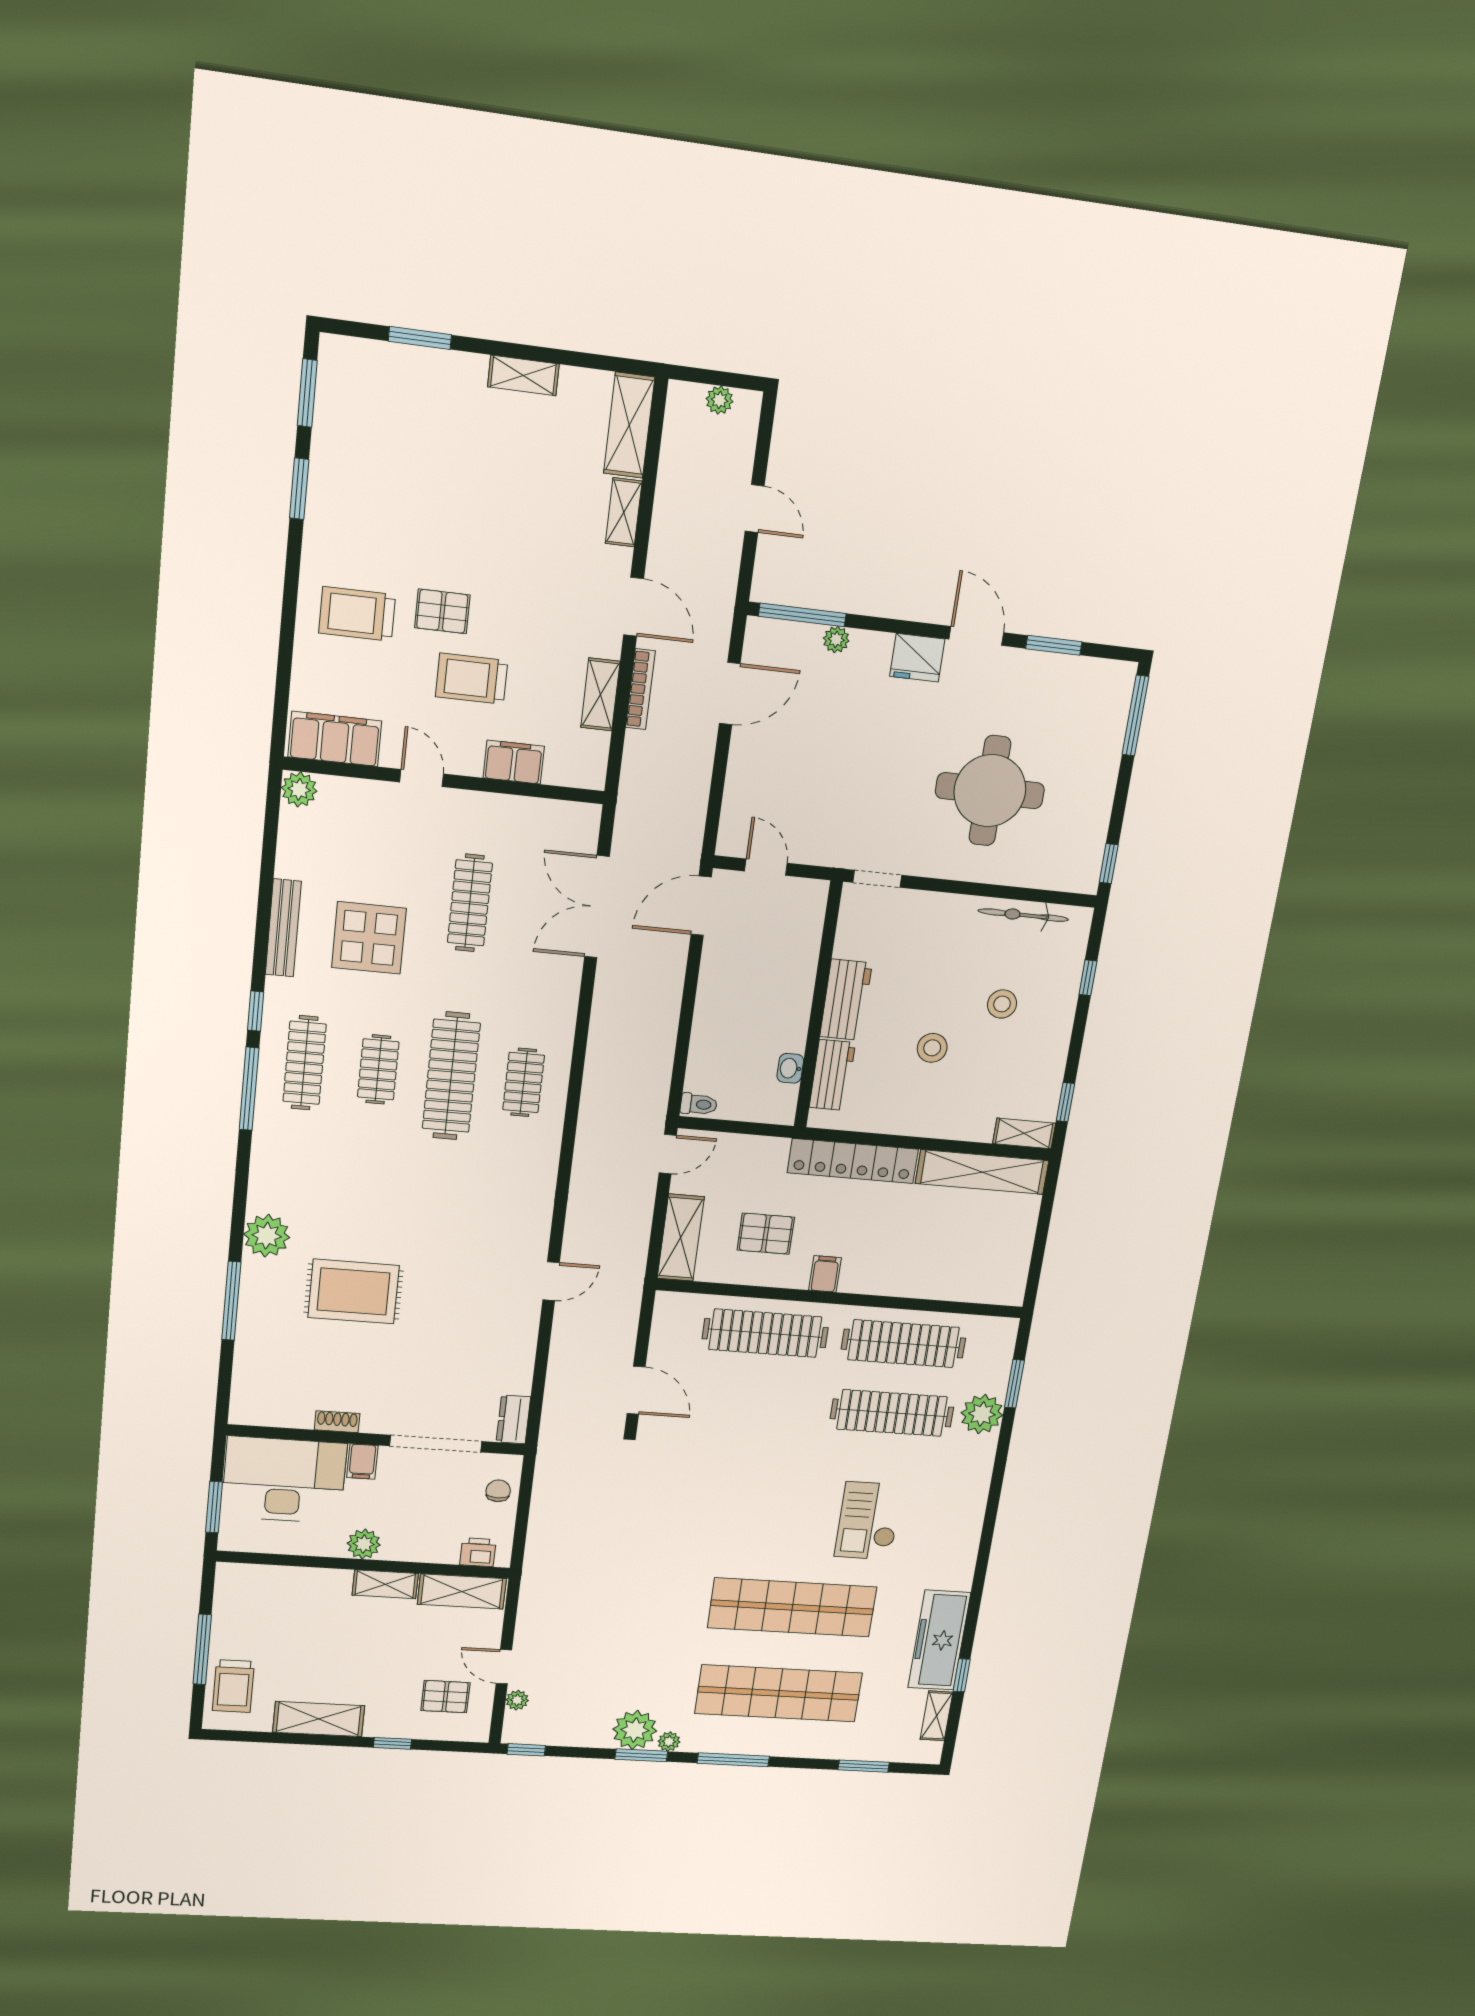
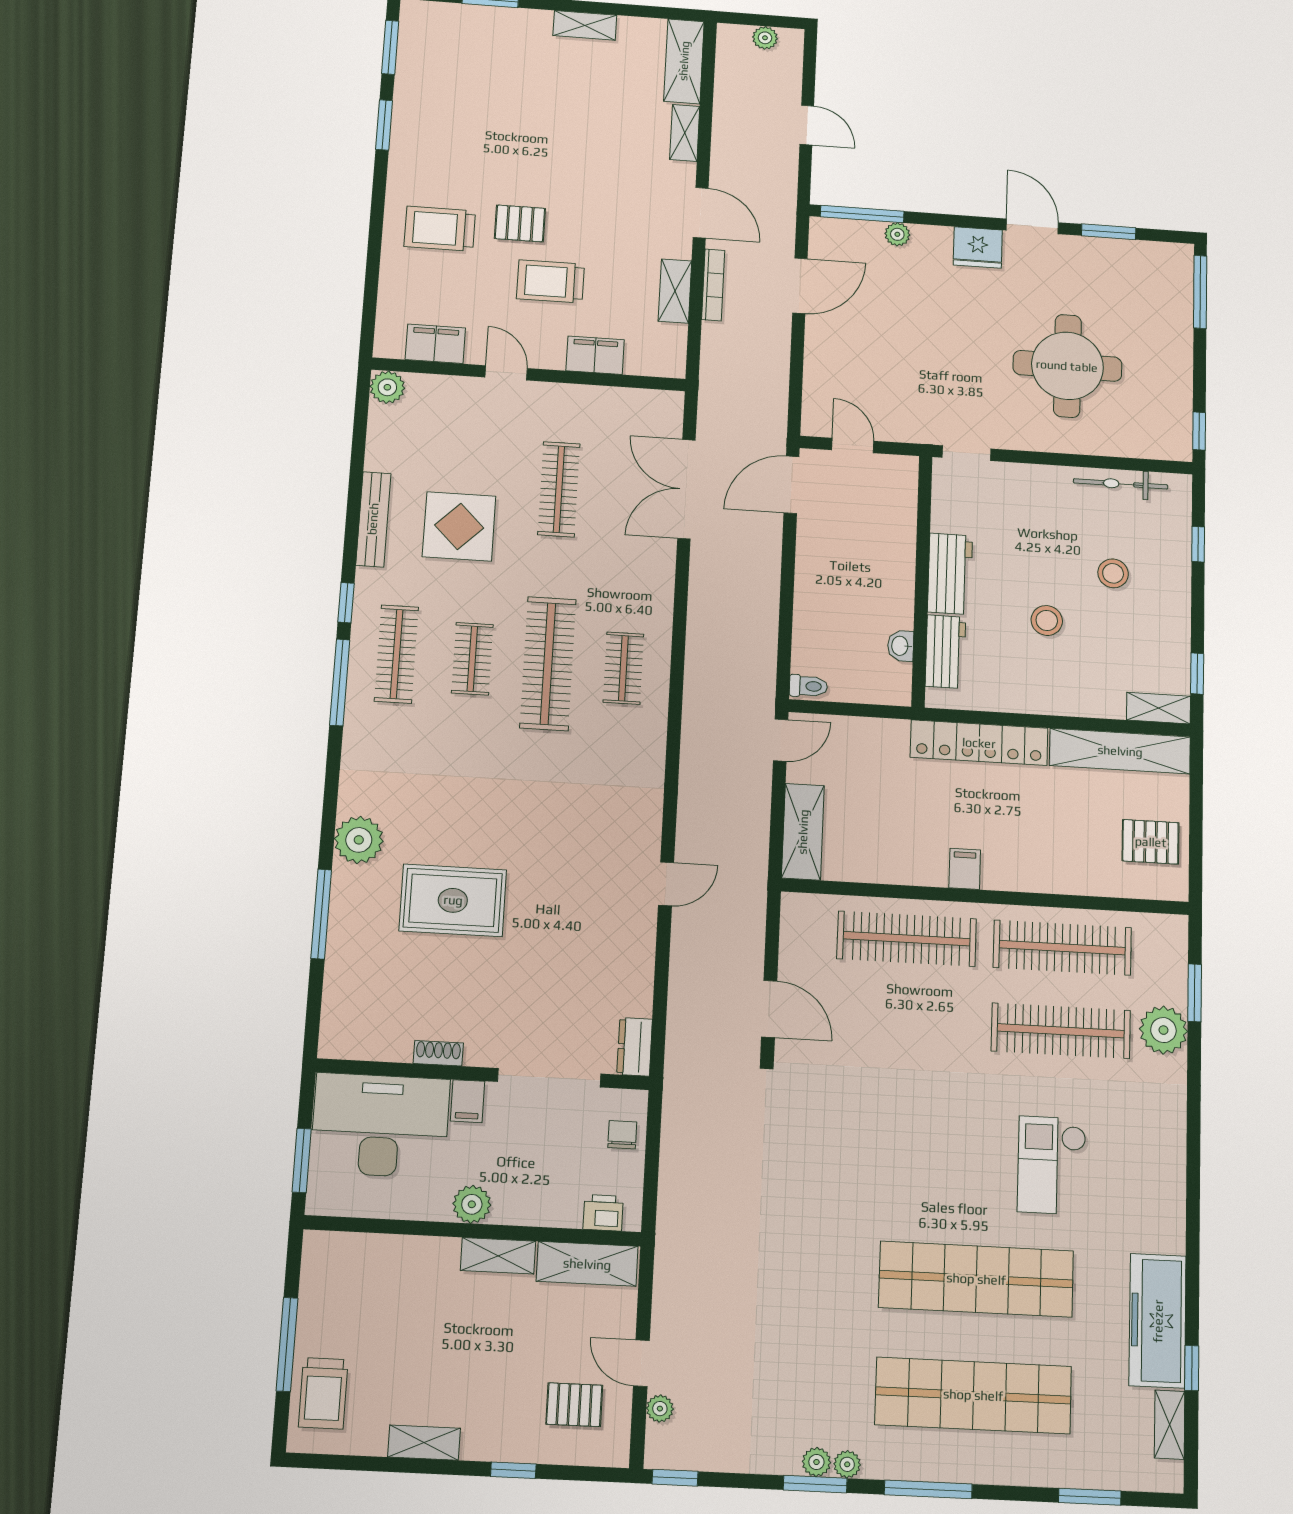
filing cabinet: (335, 739) -> (435, 344), width x0.67, depth x0.86
pallet: (766, 1234) -> (1151, 842), moved
shelving: (319, 1719) -> (424, 1443), width x0.67, depth x0.75
plant: (635, 1730) -> (816, 1462), width x0.53, depth x0.53

